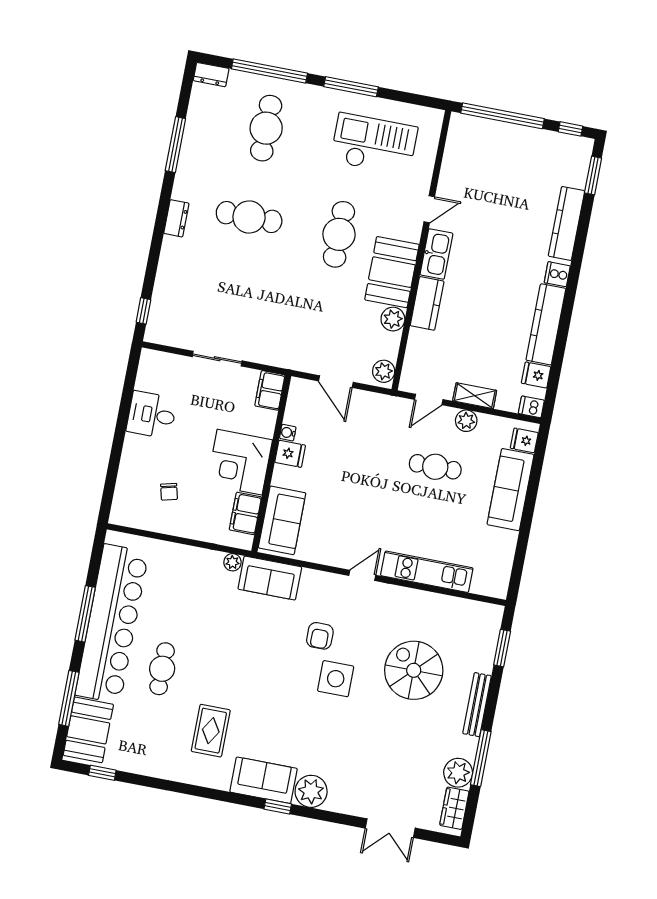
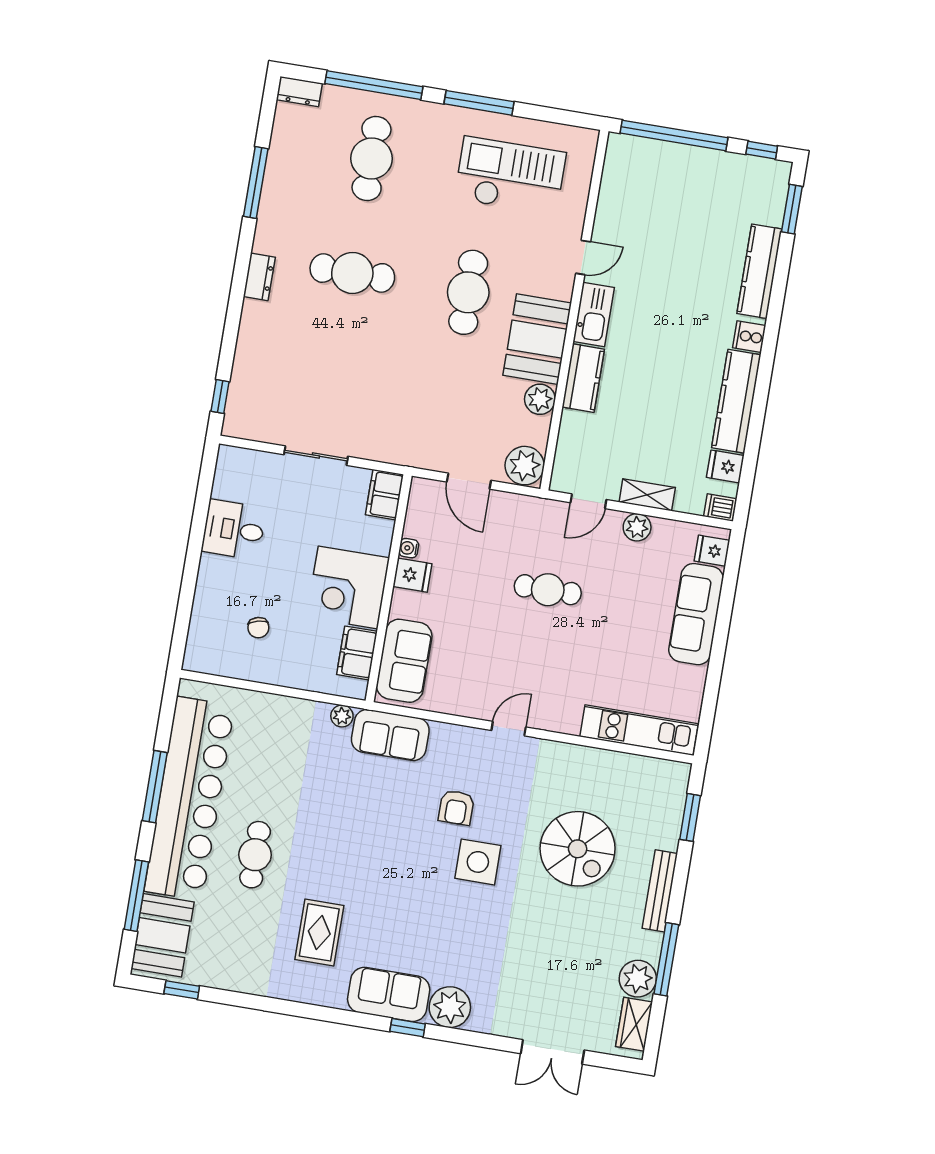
plant: (384, 371) -> (525, 466), width x1.36, depth x1.36
cafe table: (435, 467) -> (548, 590), moved
kitchen unit: (427, 572) -> (639, 730), moved
spiral stairs: (414, 670) -> (578, 849), turned 180

